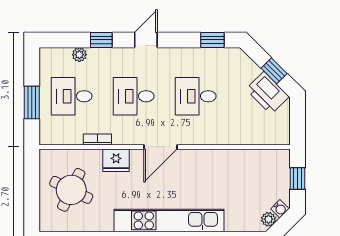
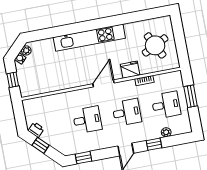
printer: (267, 93) -> (36, 130), width x0.53, depth x0.68
round table: (71, 190) -> (155, 45), turned 37

